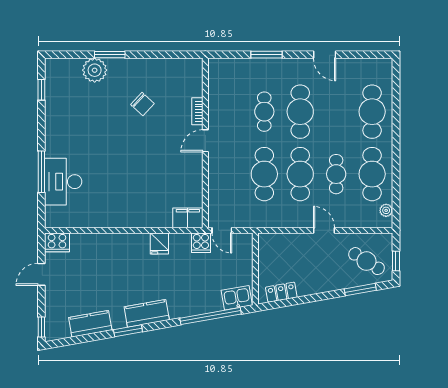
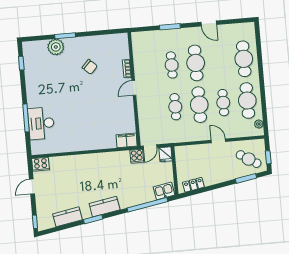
cafe table: (264, 174) -> (175, 107), width x0.73, depth x0.74
door: (222, 230) -> (150, 147), hinge flipped
fridge: (159, 243) -> (166, 154), moved

